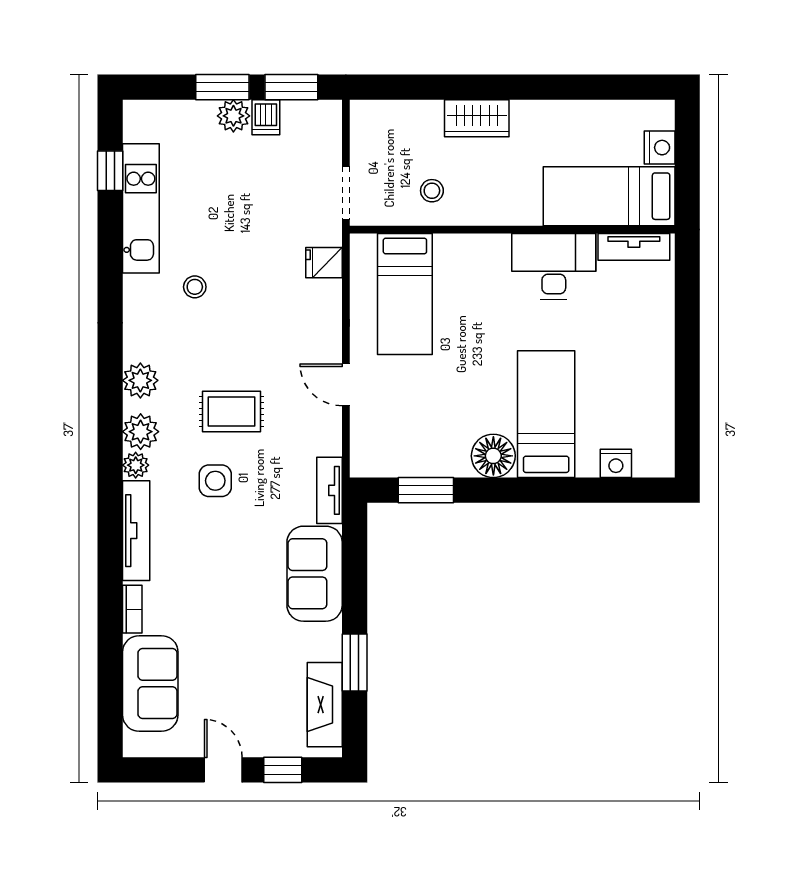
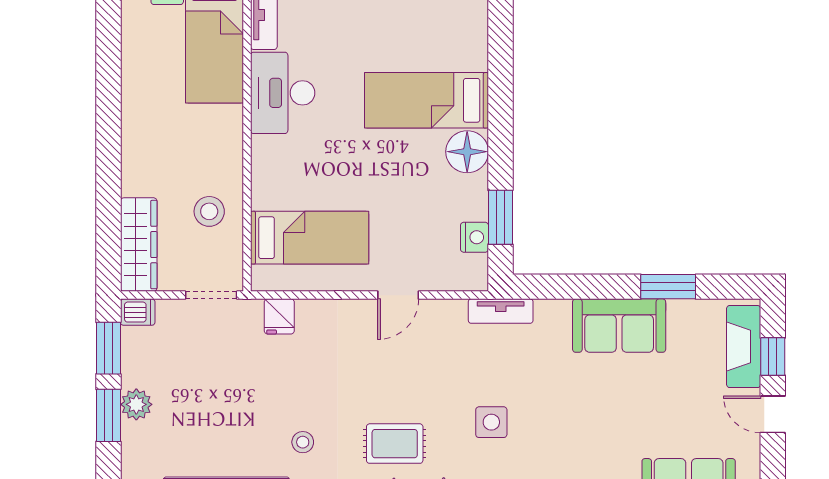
dishwasher: (266, 117) -> (138, 312), moved
wardrobe: (477, 118) -> (139, 245), moved, width x1.50
stool: (432, 191) -> (209, 211), width x1.37, depth x1.37
rug: (232, 411) -> (395, 444), moved, turned 90
nightstand: (616, 463) -> (474, 237), moved
sofa: (315, 574) -> (619, 326), moved
fireplace: (325, 705) -> (744, 347), moved, turned 90
door: (223, 770) -> (773, 414), hinge flipped

